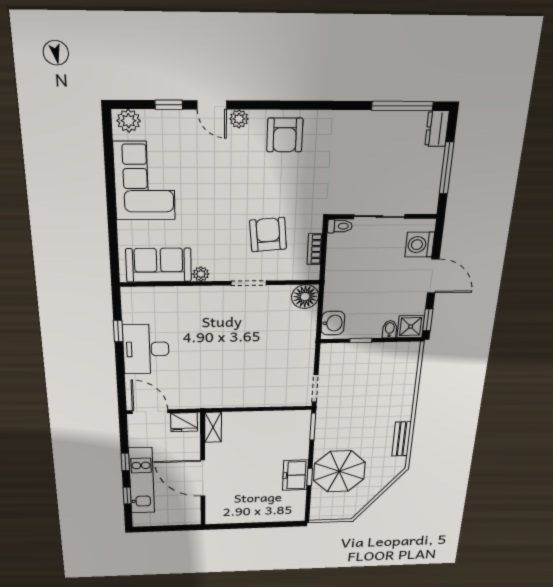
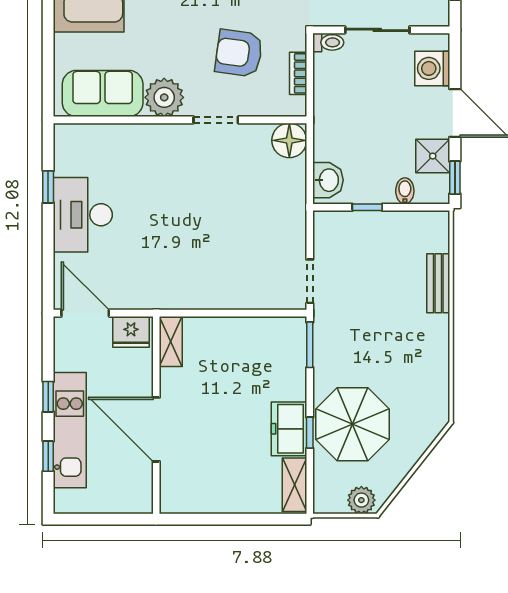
armchair: (268, 235) -> (239, 53), turned -77
plant: (201, 274) -> (164, 97), width x1.87, depth x1.87
shower: (411, 327) -> (433, 156), moved
bench: (402, 439) -> (438, 283), moved
shelving: (298, 506) -> (295, 485), added
plant: (342, 512) -> (361, 500), added

